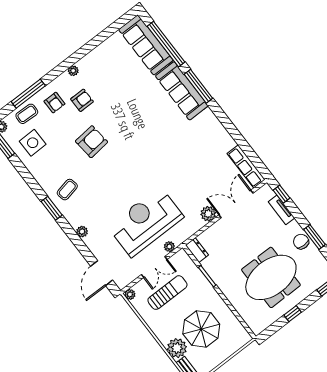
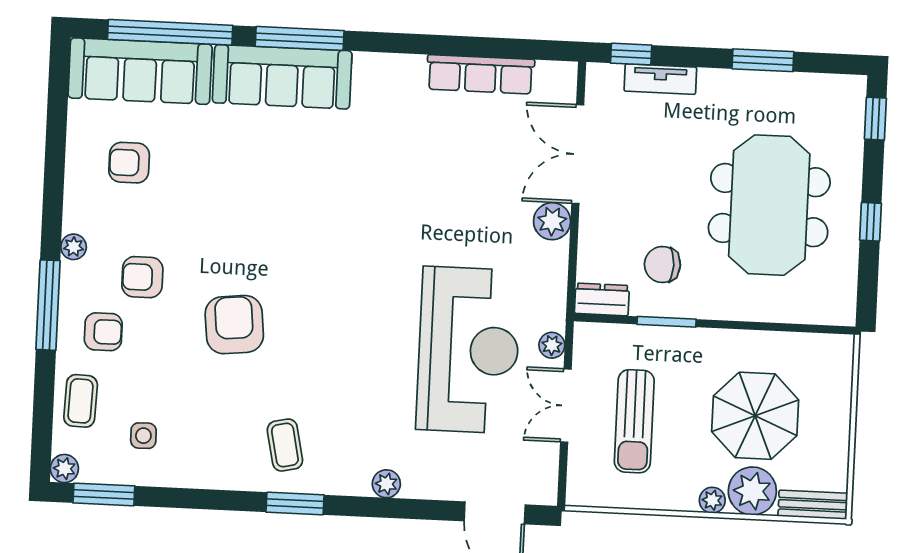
armchair: (114, 66) -> (129, 163), added
window: (28, 94) -> (48, 305), moved
armchair: (82, 100) -> (142, 277), turned -90
side table: (33, 143) -> (143, 436), width x0.54, depth x0.54
row of seats: (246, 166) -> (480, 74), moved
reception desk: (146, 222) -> (468, 350), turned 180
chair: (301, 242) -> (662, 264), moved
double door: (154, 267) -> (566, 406), swing flipped
sun lounger: (167, 293) -> (634, 421), turned 180
plant: (130, 294) -> (712, 500), moved

